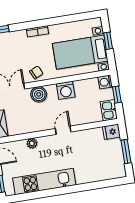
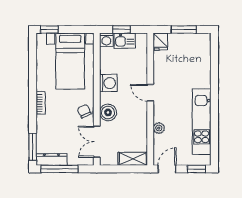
window: (108, 41) -> (49, 29), moved
kitchen sink: (109, 110) -> (125, 41), moved

